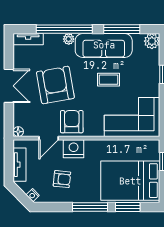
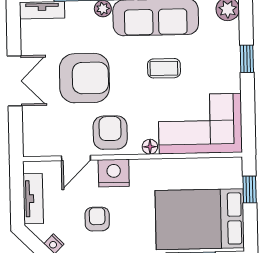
armchair: (55, 85) -> (84, 78), turned 100
floor lamp: (18, 132) -> (150, 147), moved
armchair: (62, 179) -> (97, 219), turned -96

